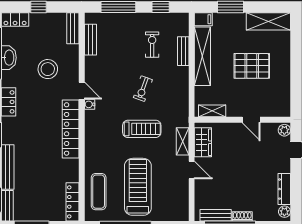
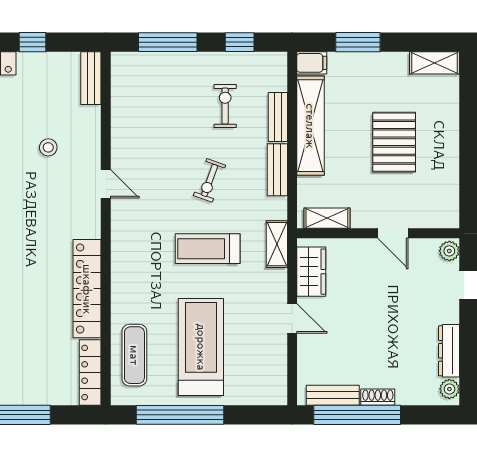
shelving: (268, 21) -> (435, 63), width x0.67, depth x0.75
bench: (90, 40) -> (277, 170), moved
pallet: (252, 66) -> (394, 142), turned 90
stool: (48, 69) -> (48, 147), width x0.53, depth x0.53
water cooler: (90, 104) -> (119, 207), removed
locker: (71, 129) -> (87, 289), moved
treadmill: (142, 129) -> (208, 249), turned 180
shelving: (183, 141) -> (277, 244), moved

